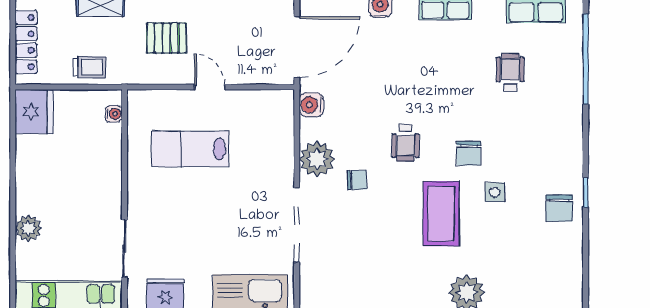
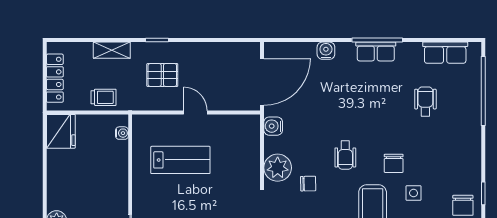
lab bench: (190, 149) -> (180, 160), turned 180

